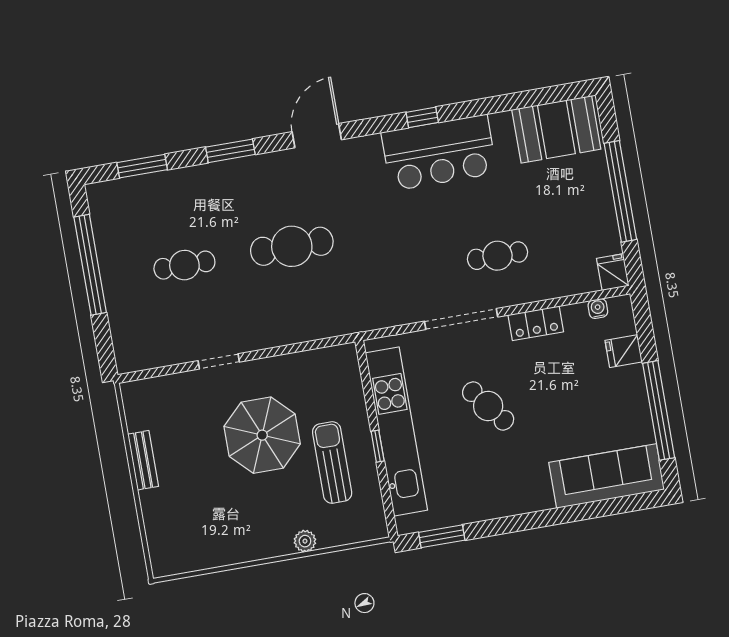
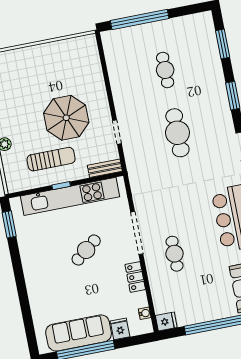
window: (90, 265) -> (140, 19), moved
doorway: (219, 361) -> (117, 132), moved
bench: (143, 460) -> (105, 168), moved
sofa: (607, 476) -> (79, 333), moved, turned -90

